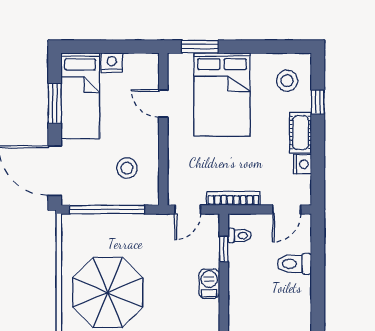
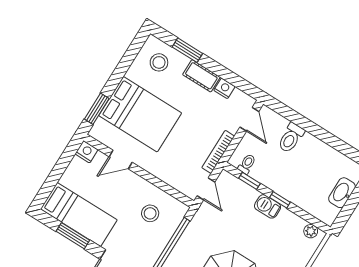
nightstand: (112, 63) -> (86, 152), moved, turned 90
window: (318, 102) -> (187, 50), width x1.50
window: (224, 292) -> (280, 200), added

